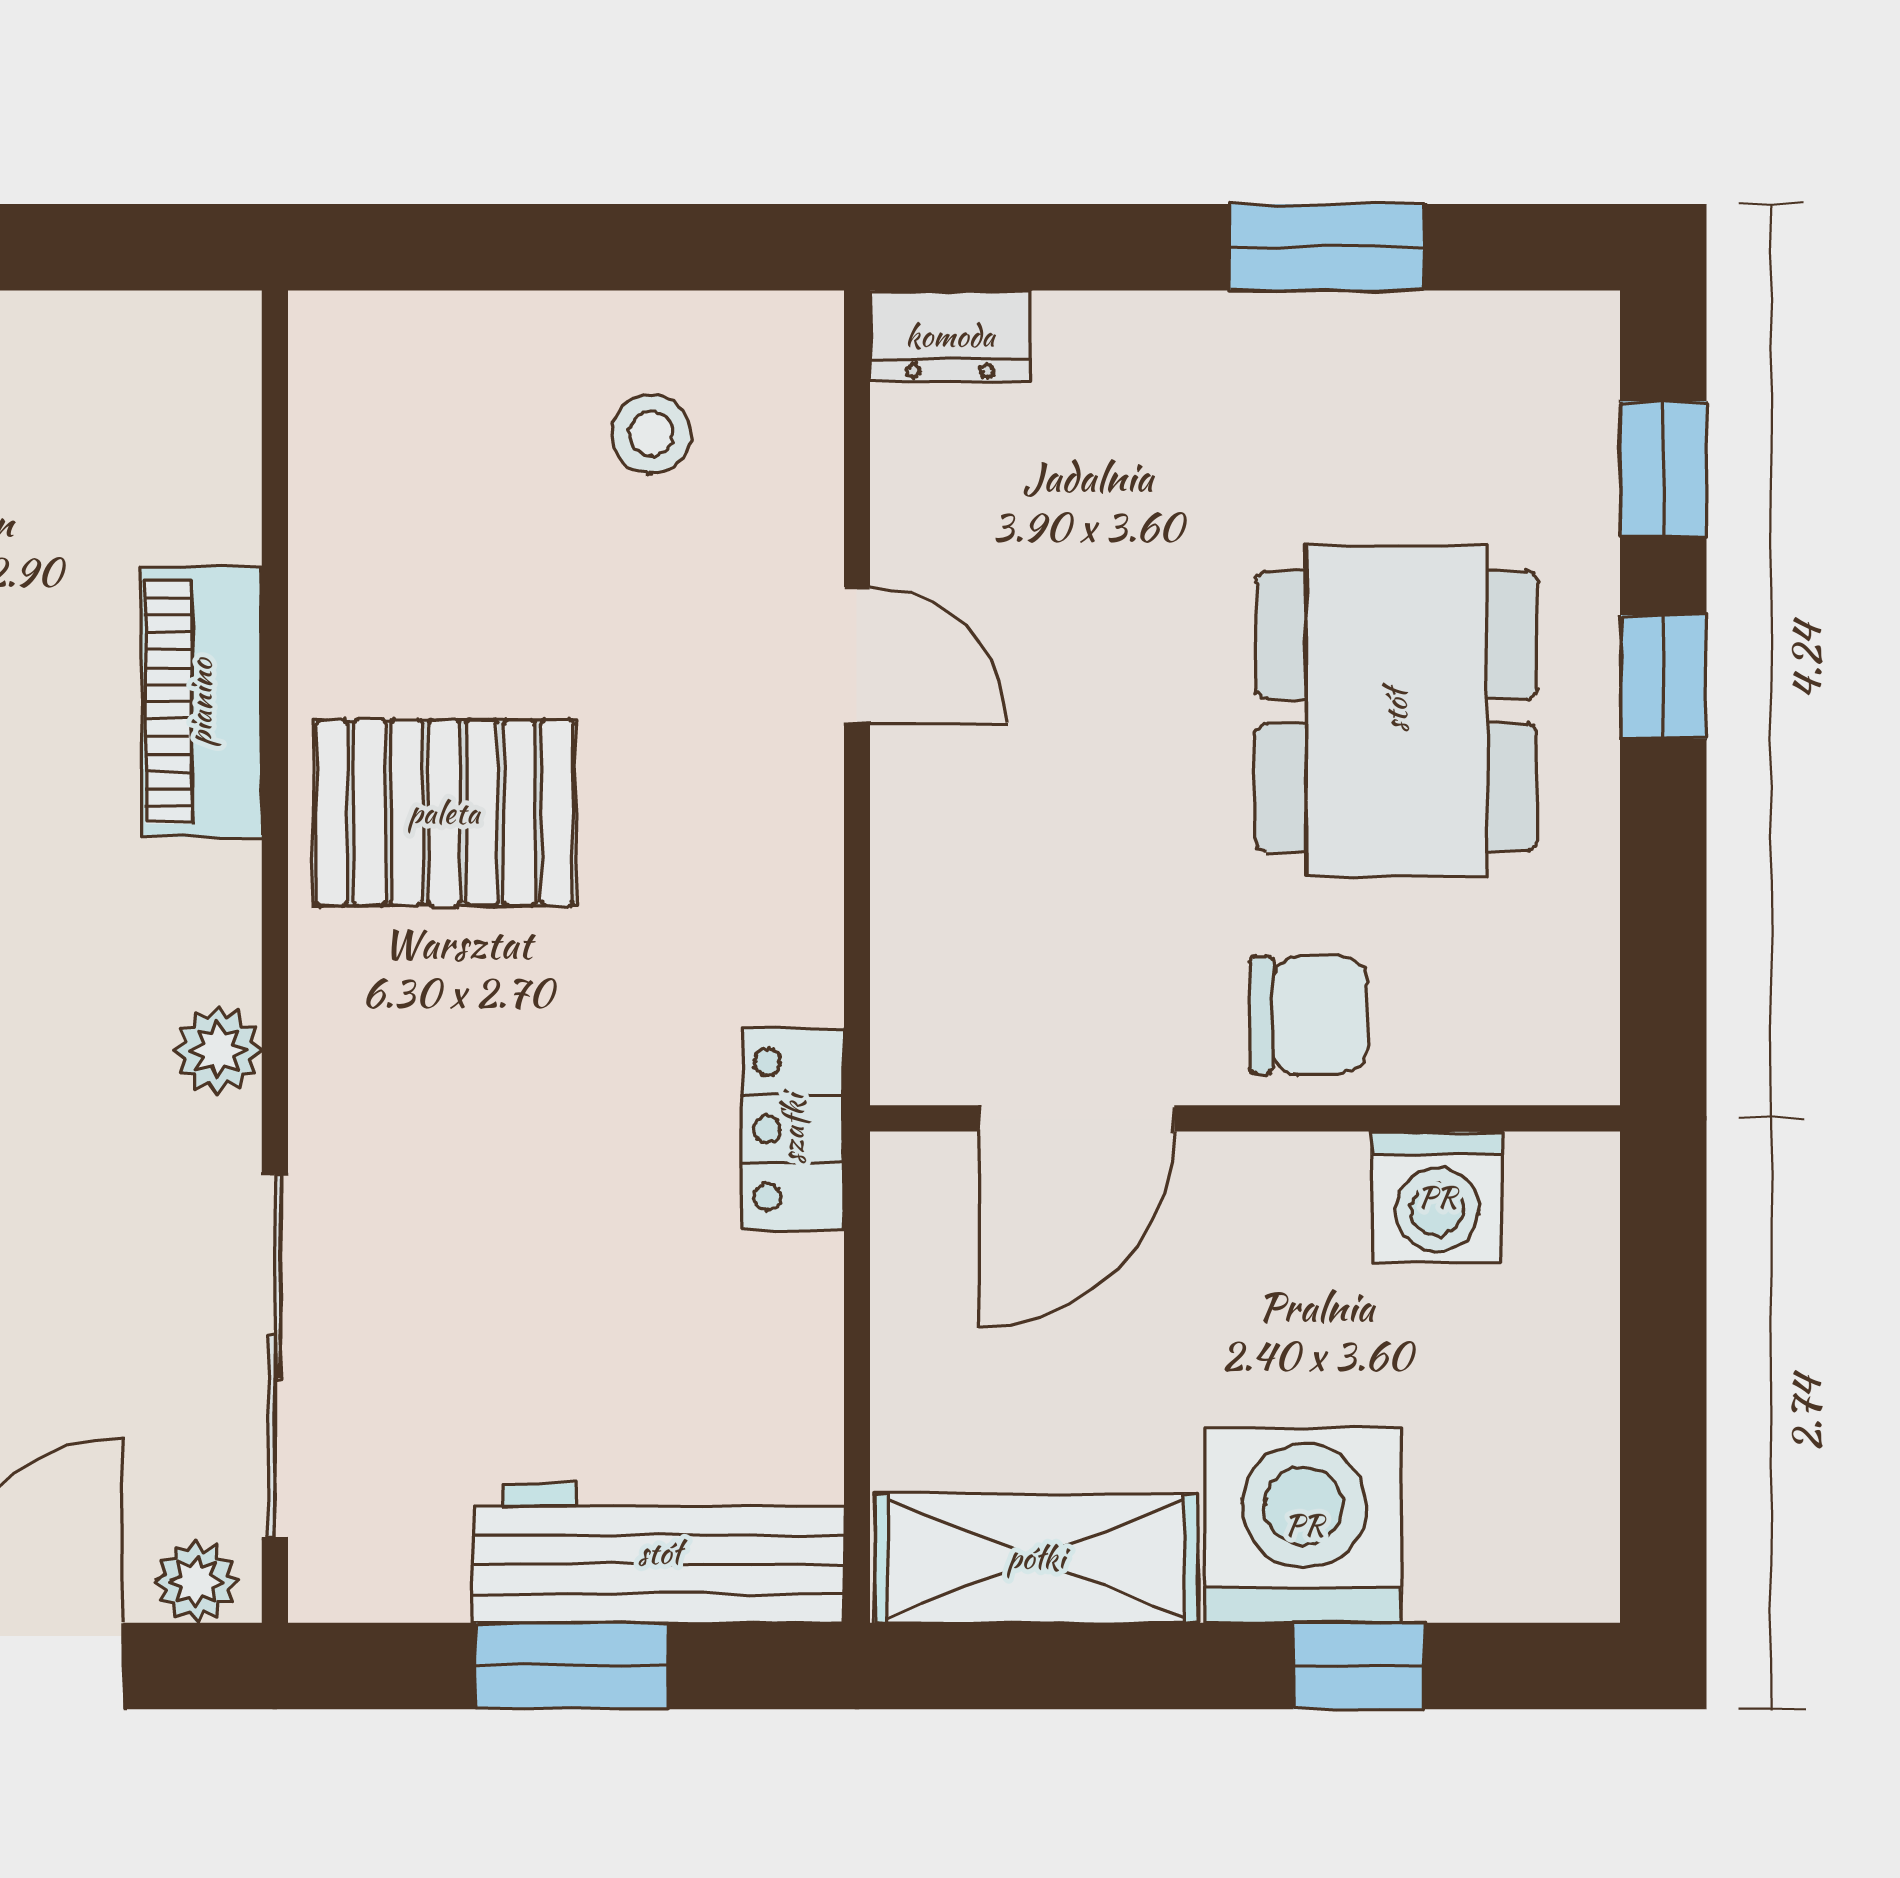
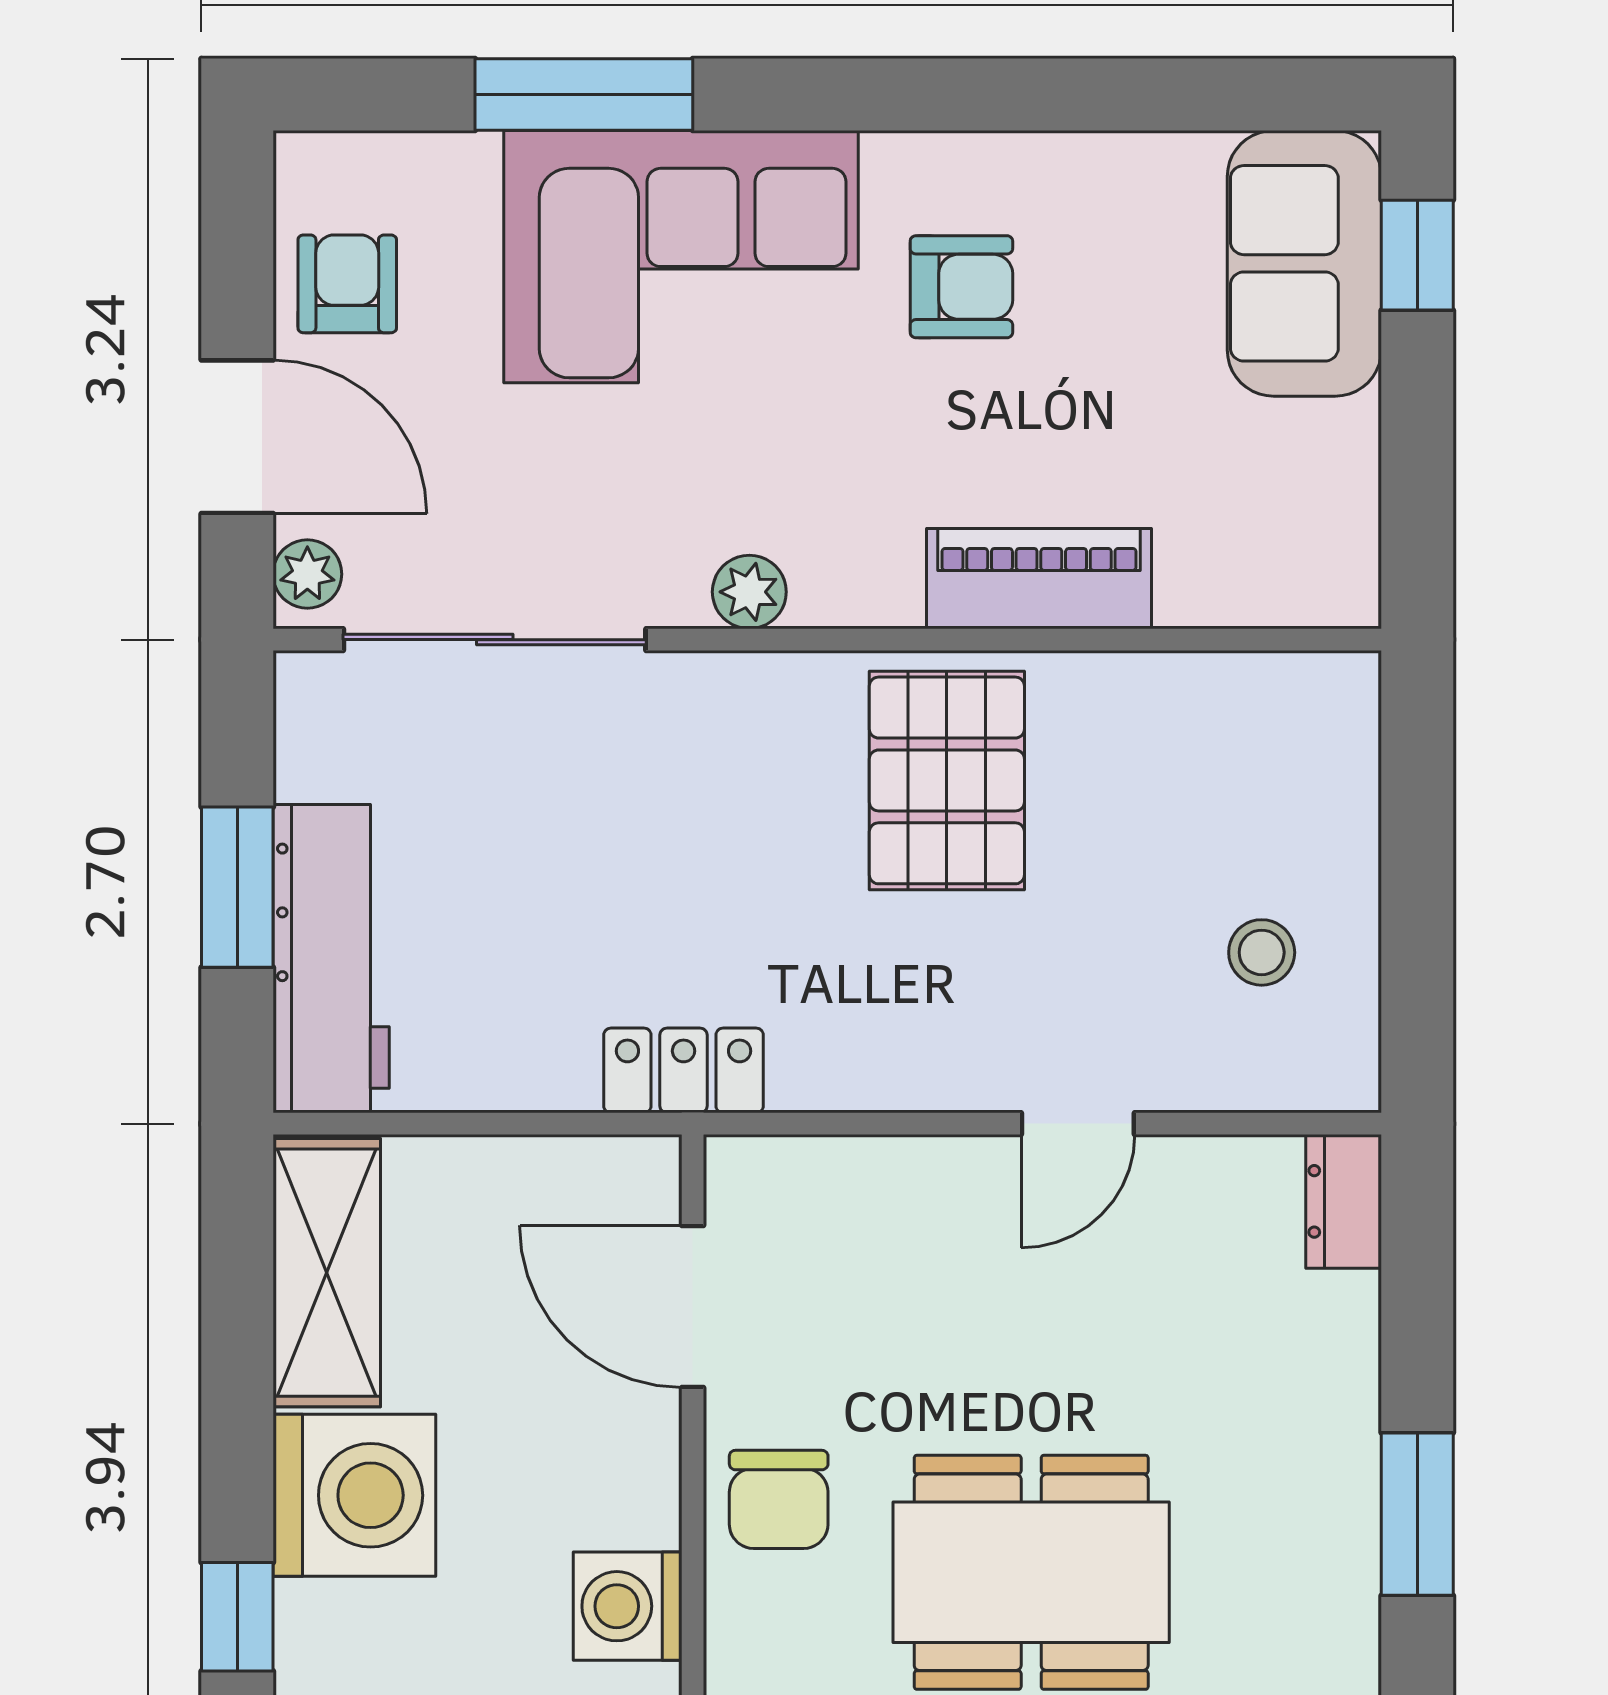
window: (1359, 1666) -> (237, 1617), moved

